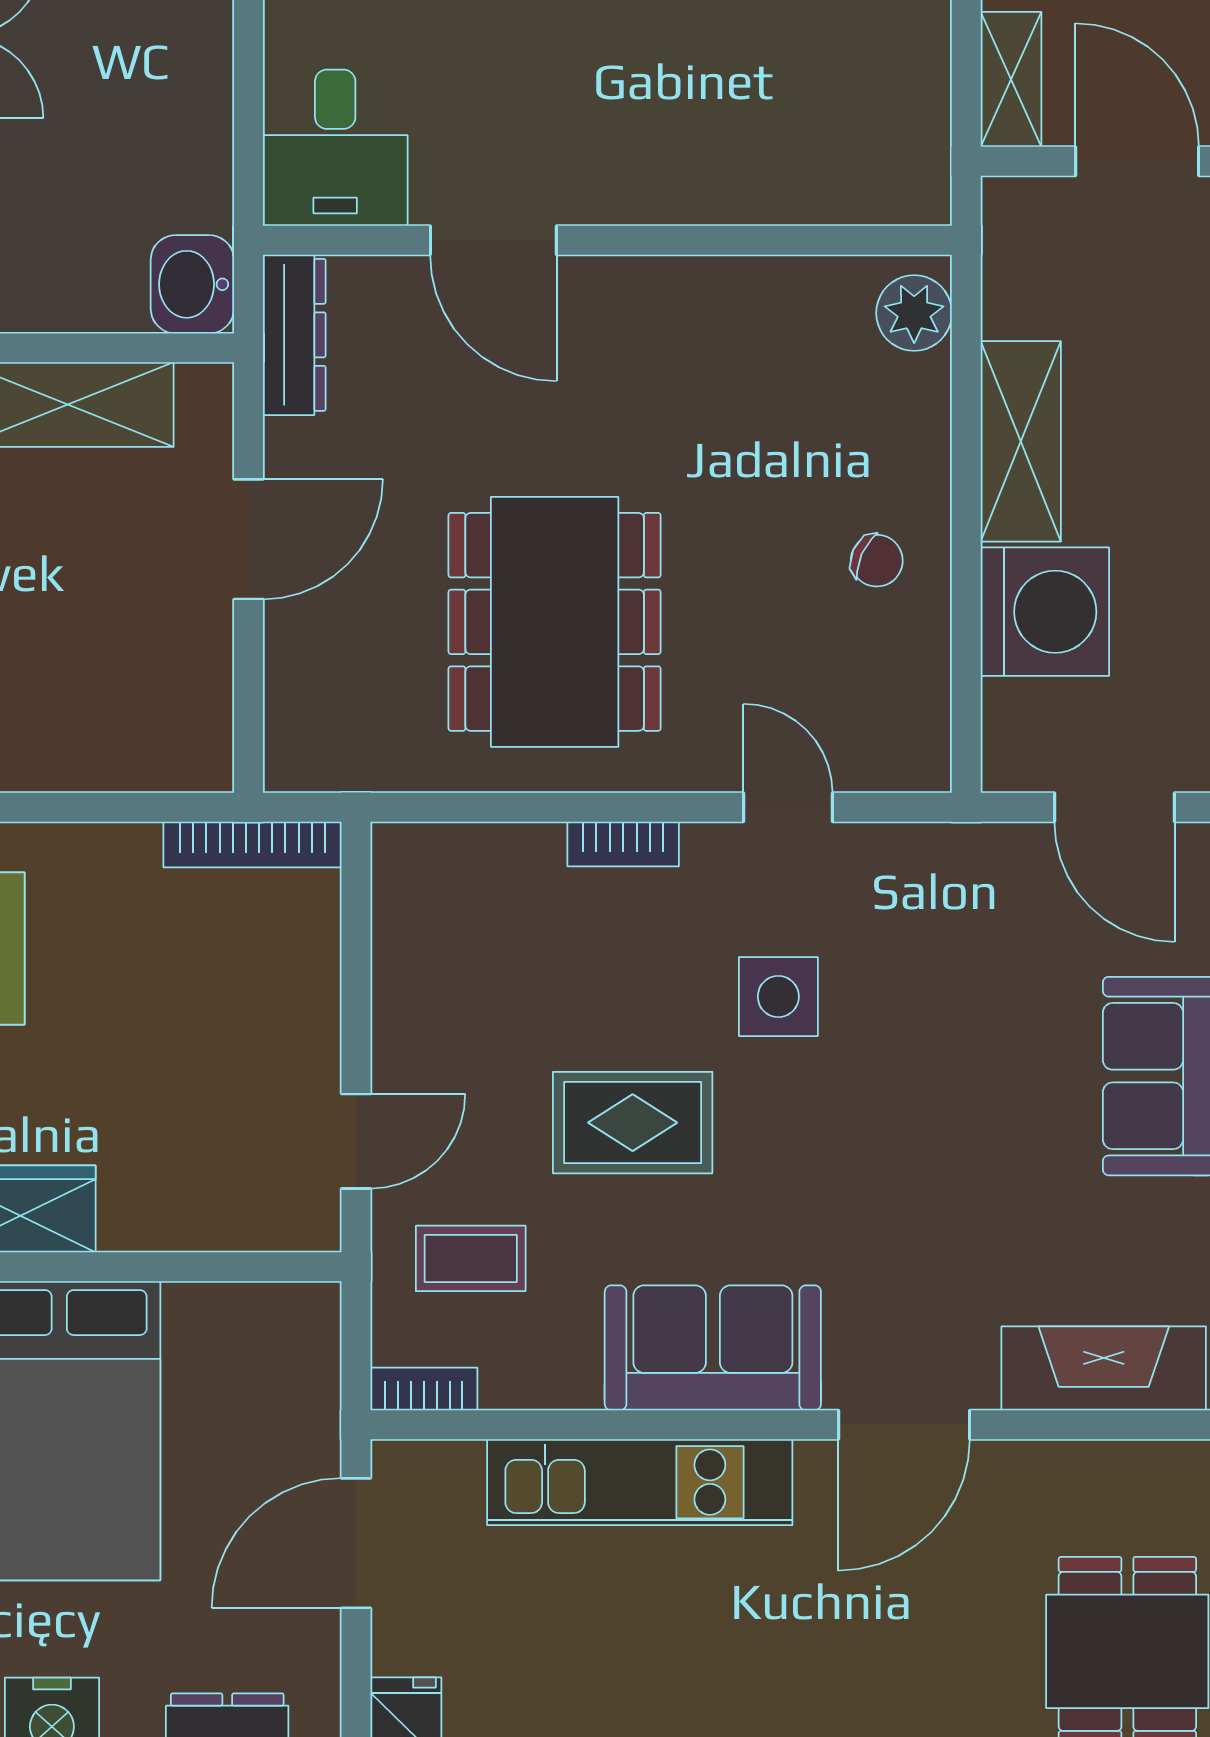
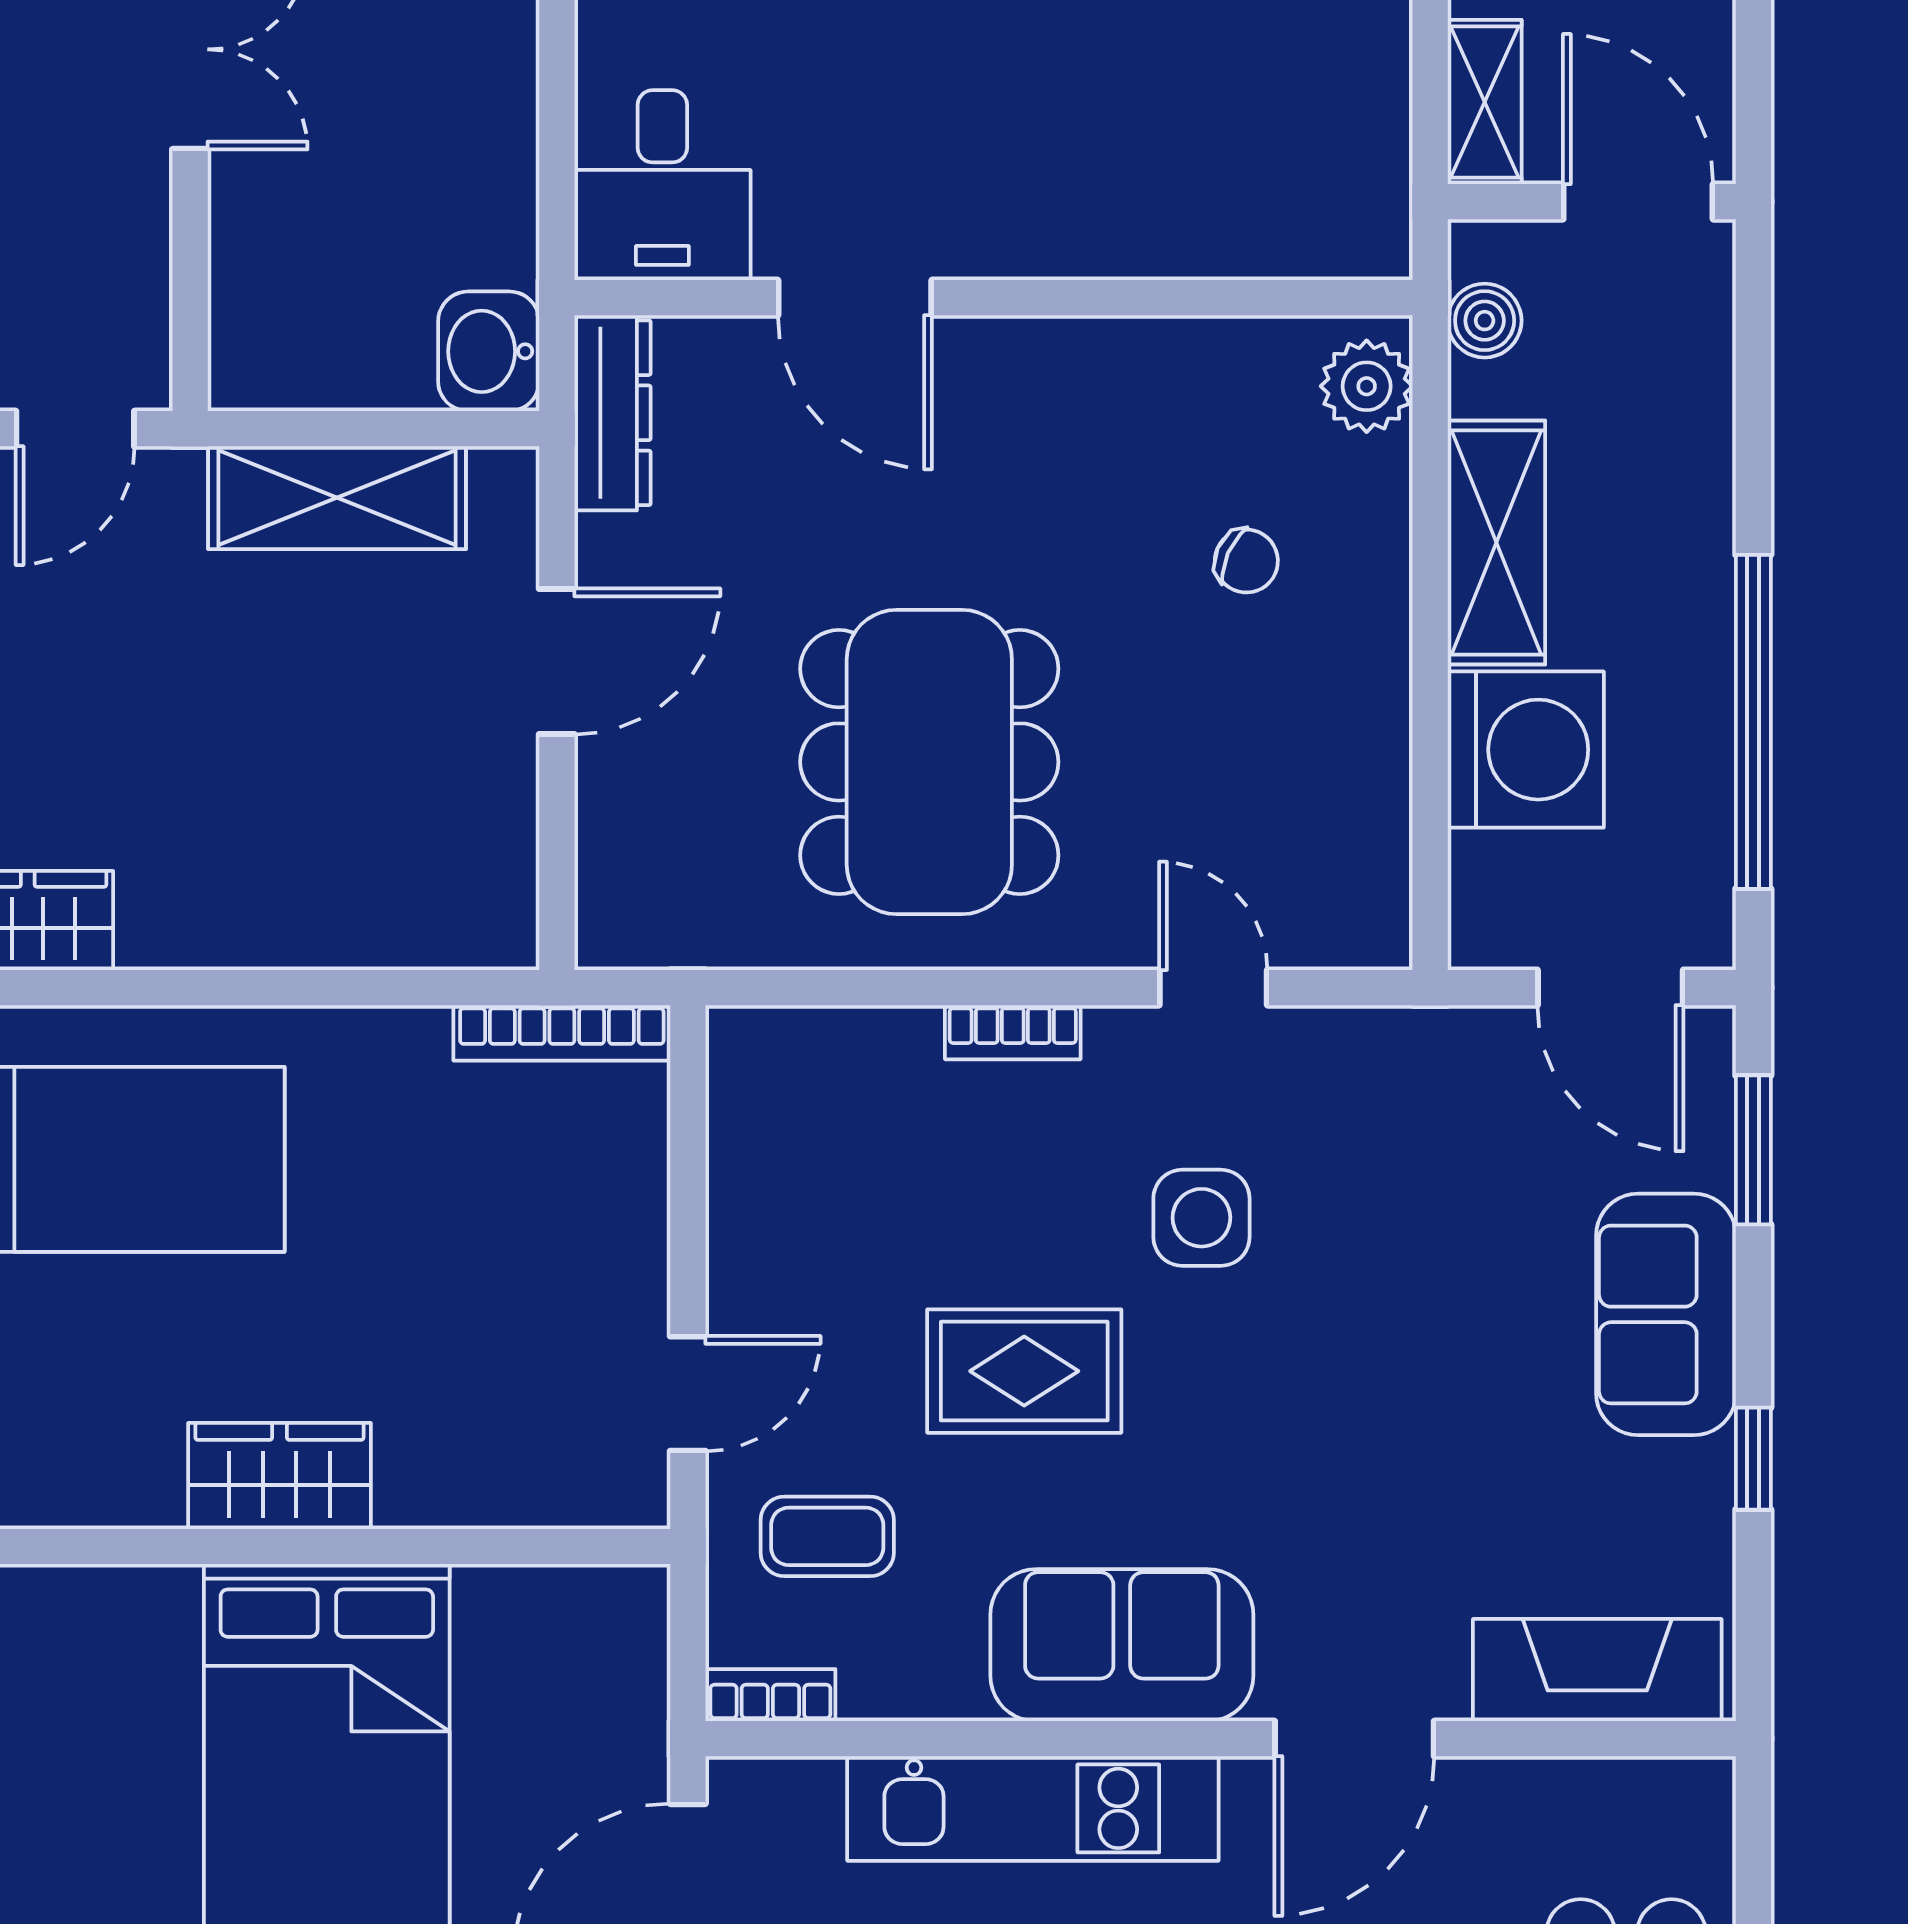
boiler: (1011, 259) -> (1485, 321), added
chair: (877, 561) -> (1246, 561), moved

